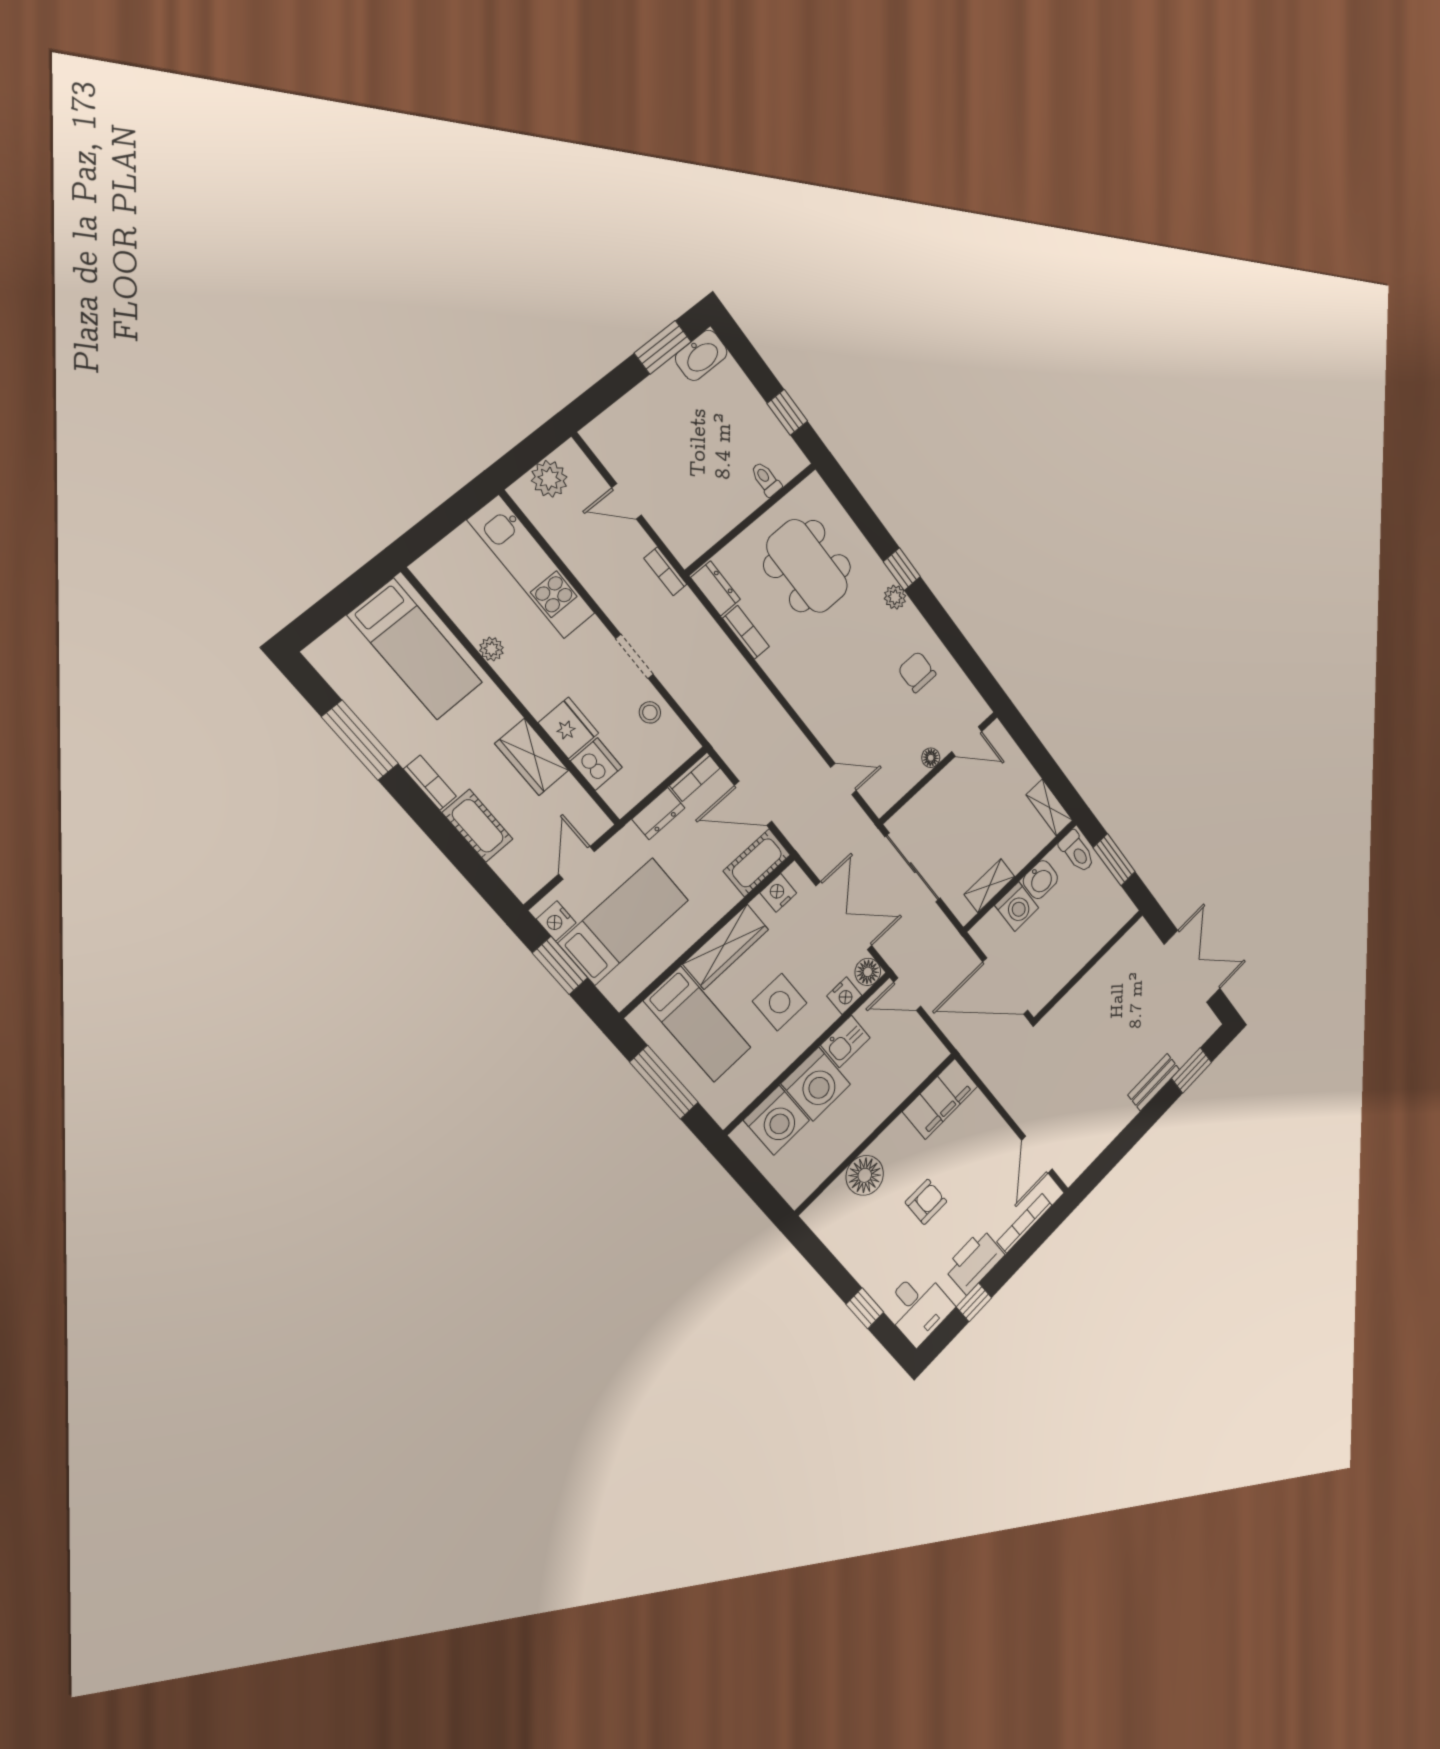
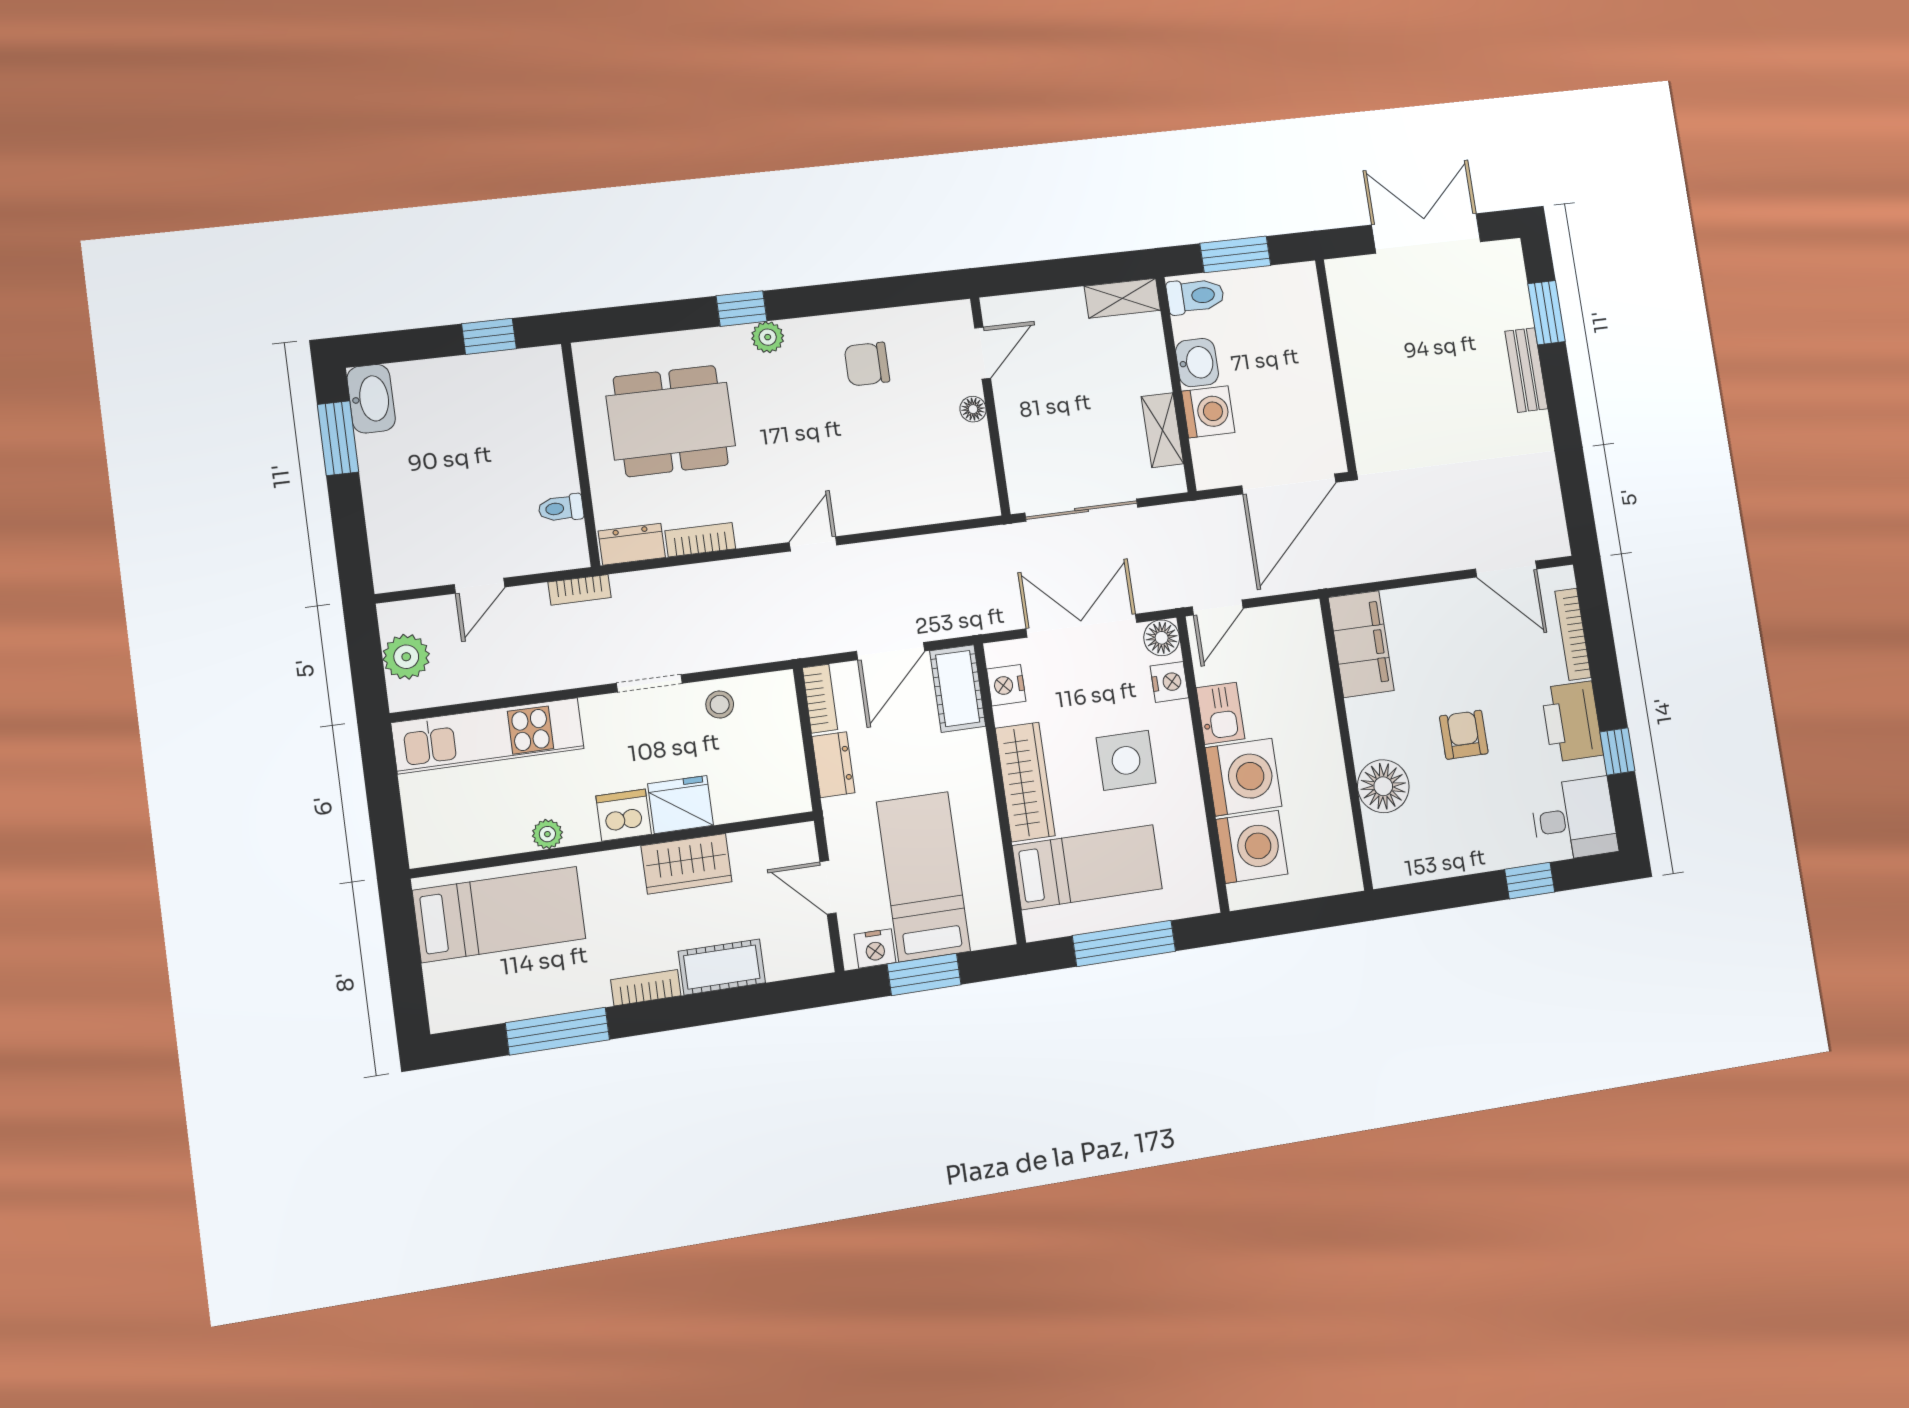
toilet: (766, 479) -> (561, 508), moved
dishwasher: (596, 764) -> (624, 815), moved
door: (843, 779) -> (813, 544), moved

